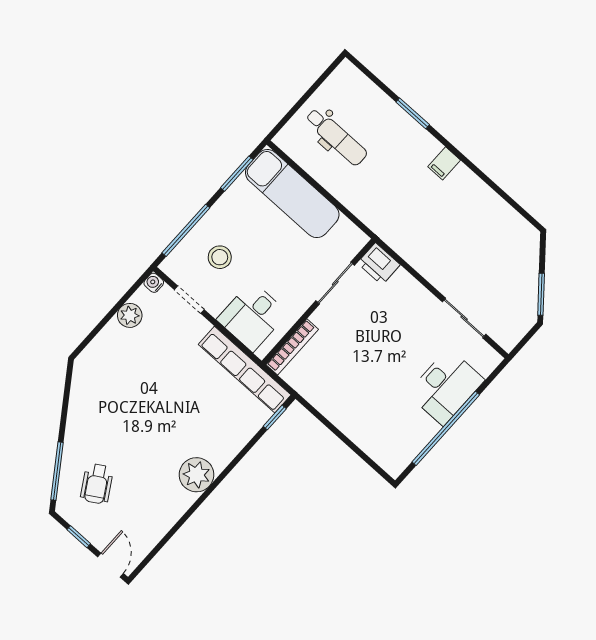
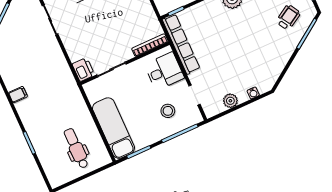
filing cabinet: (444, 163) -> (18, 95), moved
water cooler: (154, 283) -> (253, 93), moved

